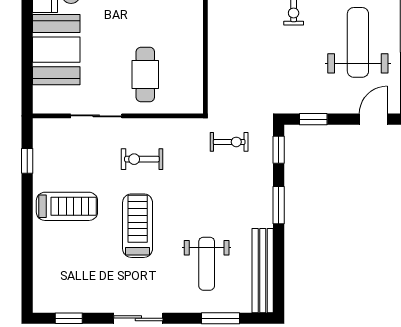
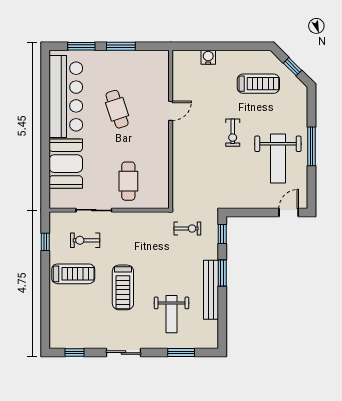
weight bench: (358, 42) -> (278, 158), turned 180
window: (313, 119) -> (246, 212), removed
exercise bike: (142, 159) -> (85, 240), moved
treadmill: (138, 226) -> (123, 287), turned 180
bench: (263, 271) -> (211, 290), moved

